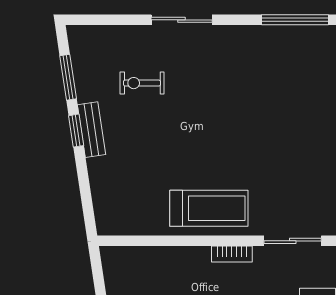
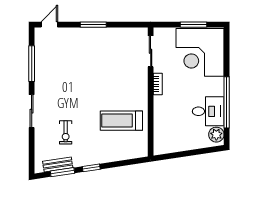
window: (295, 20) -> (32, 64), moved
bench: (92, 130) -> (58, 165), moved
treadmill: (209, 208) -> (121, 121), moved, turned -90

